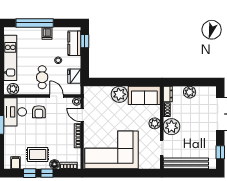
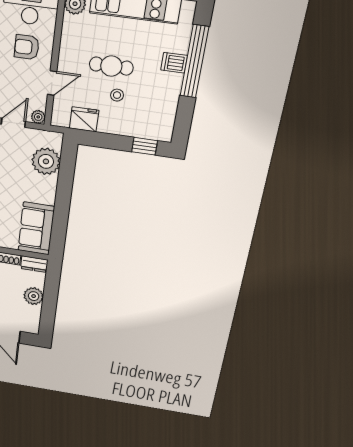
dishwasher: (47, 33) -> (174, 63), moved
kitchen counter: (74, 43) -> (144, 128), removed
cafe table: (42, 77) -> (111, 66), moved
plant: (119, 94) -> (46, 161), moved

